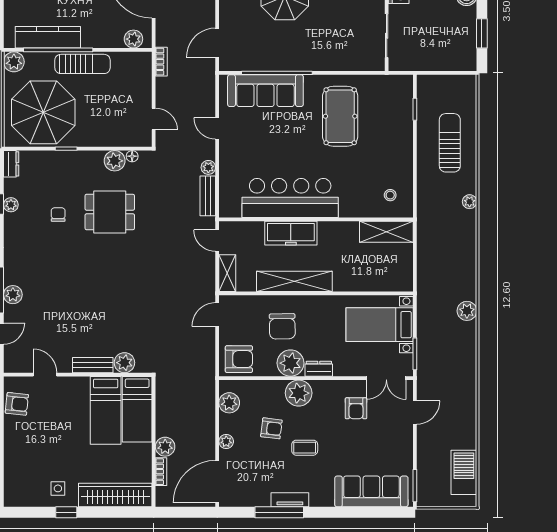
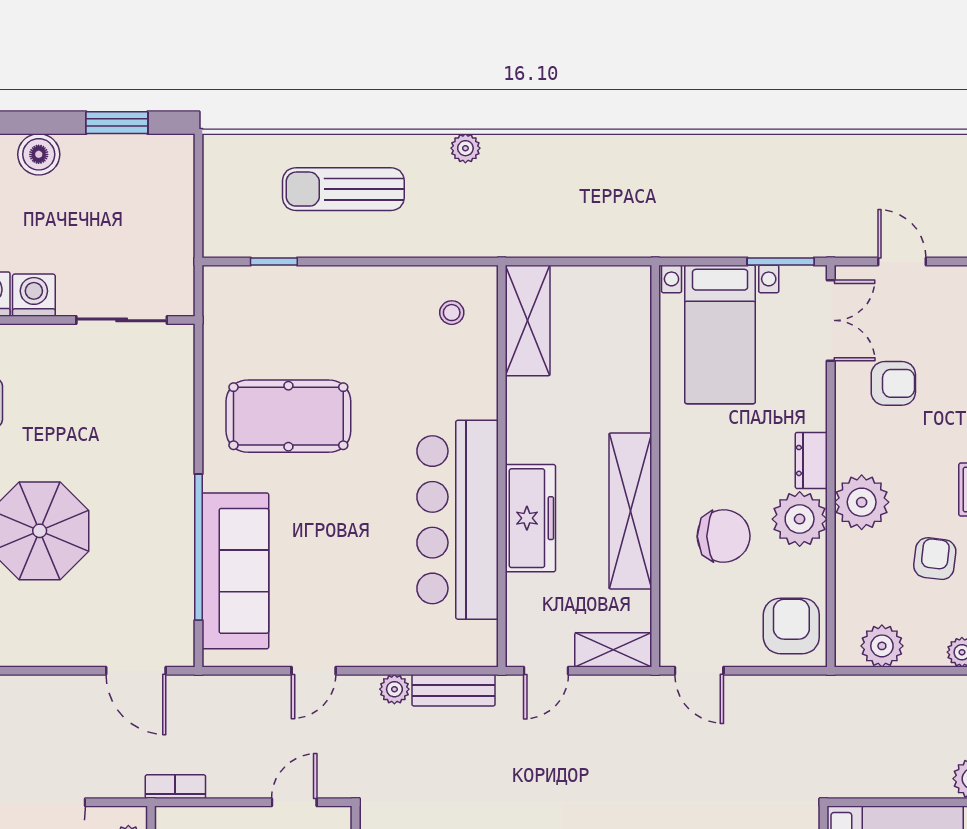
plant: (467, 311) -> (692, 154), removed

